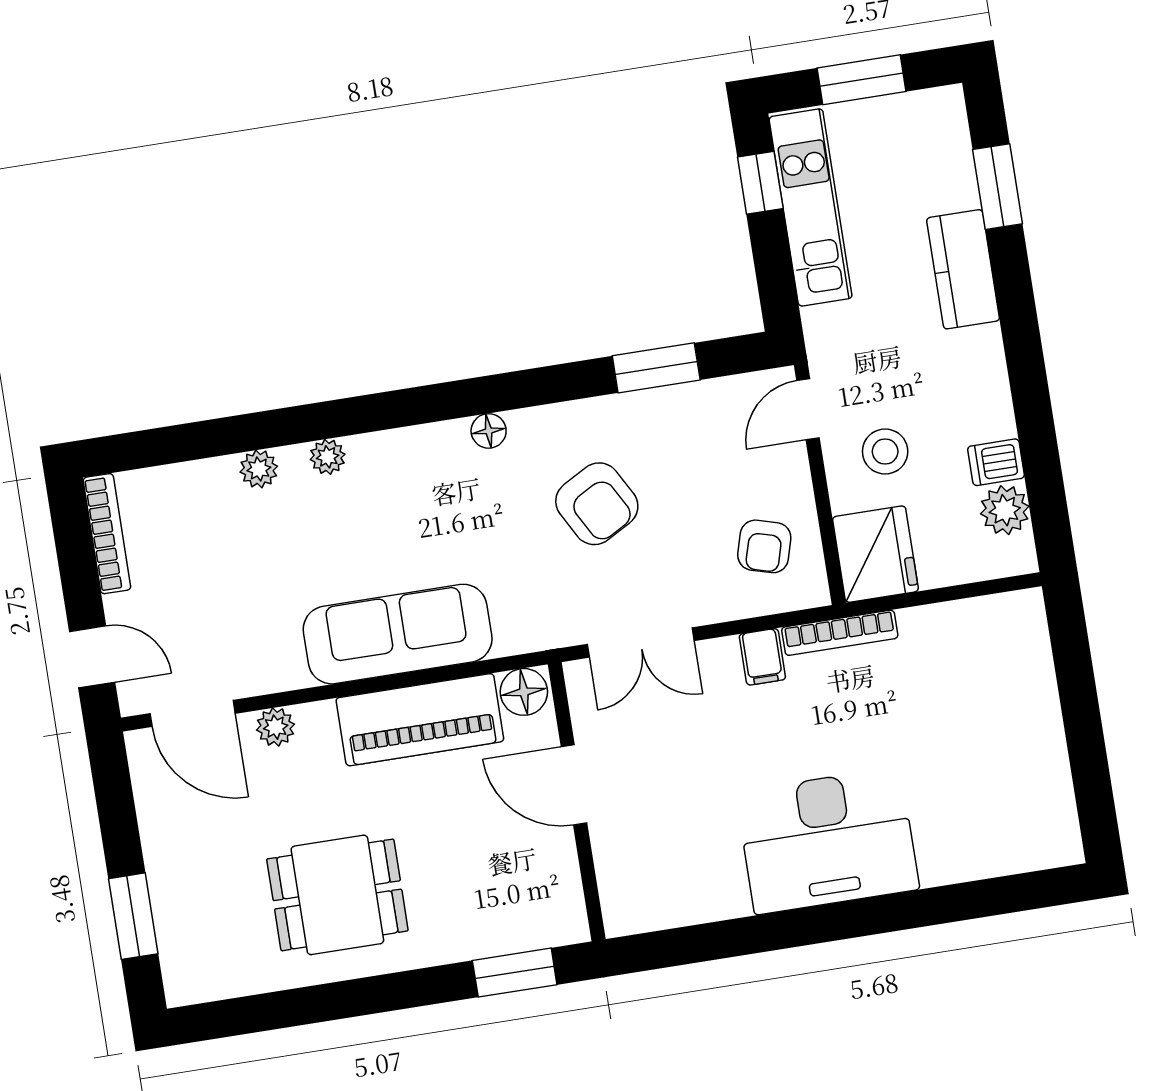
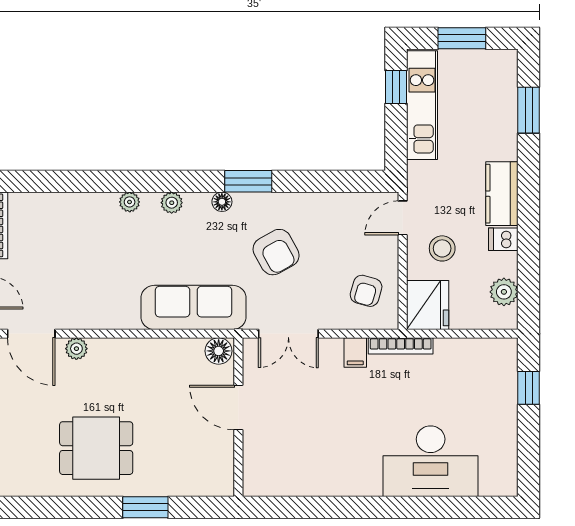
kitchen counter: (963, 269) -> (502, 194), moved
window: (656, 368) -> (248, 181), moved
dishwasher: (996, 462) -> (503, 239), moved
plant: (259, 469) -> (172, 203), moved
sofa: (398, 634) -> (193, 307), moved
window: (1074, 671) -> (529, 388), added
piano: (420, 720) -> (158, 357), removed
desk: (828, 841) -> (431, 461), moved
window: (515, 973) -> (145, 507), moved

